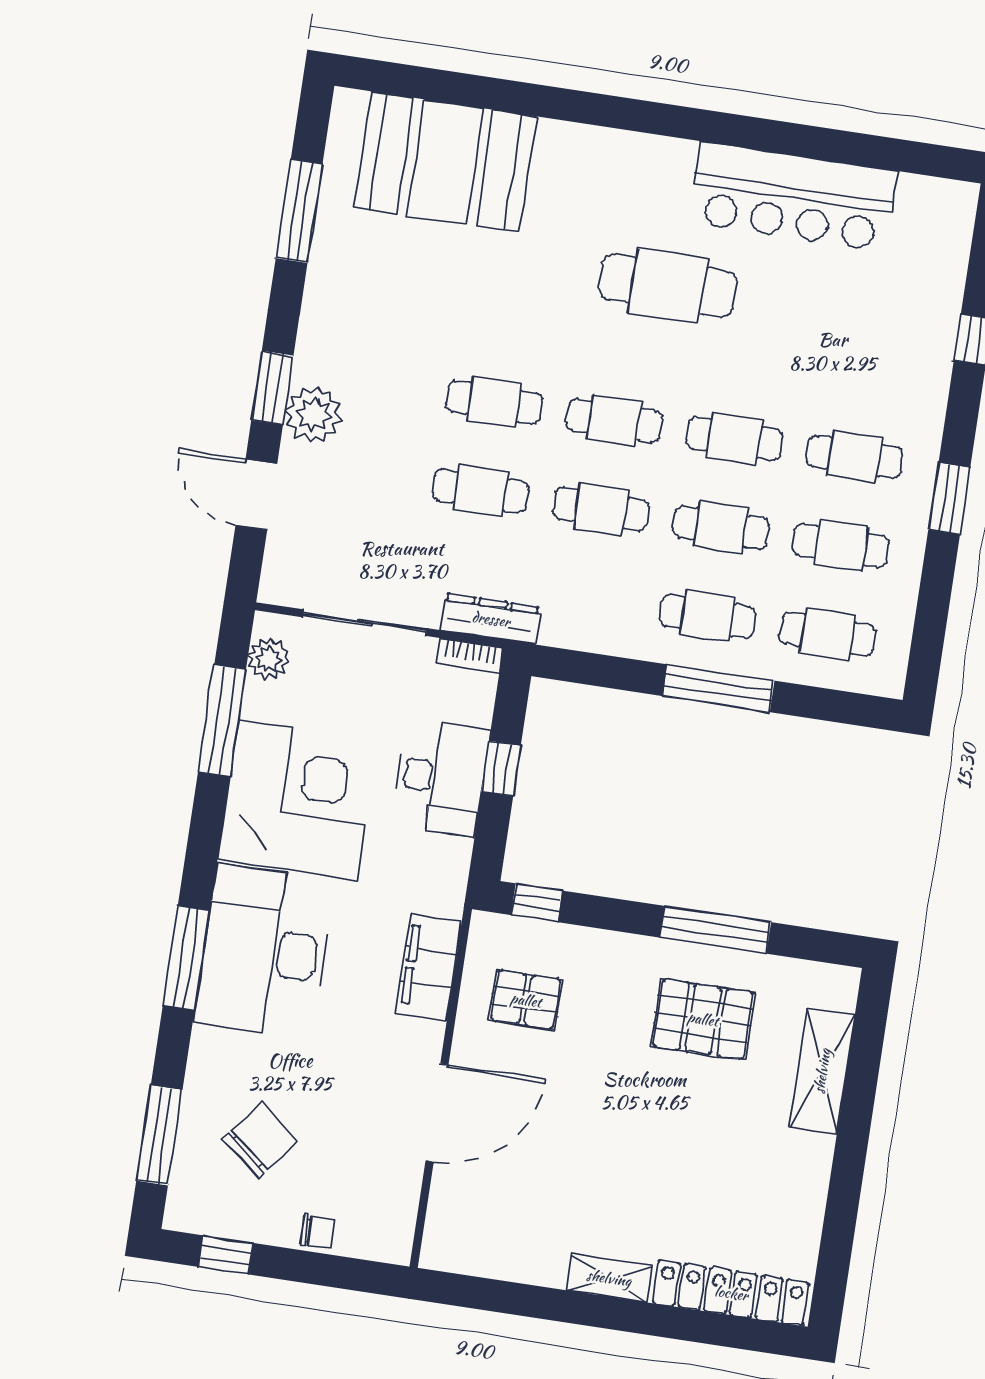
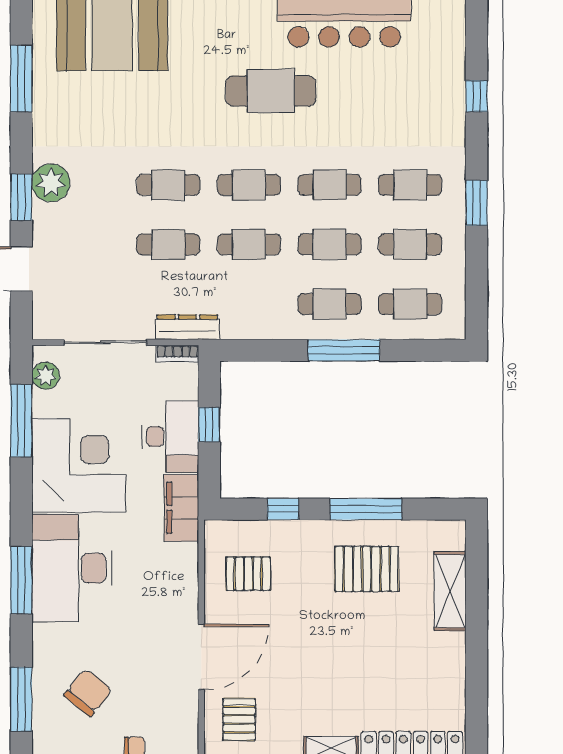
plant: (313, 415) -> (51, 183), moved
window: (537, 903) -> (283, 509), moved
filing cabinet: (429, 967) -> (181, 508), moved
pallet: (479, 1215) -> (239, 719), added

